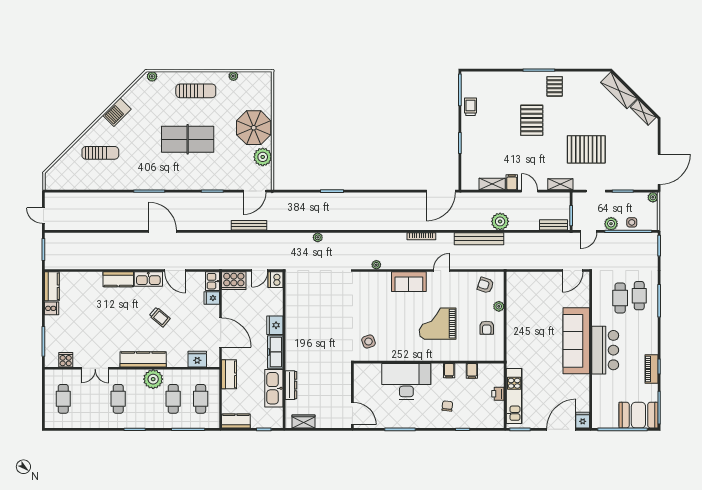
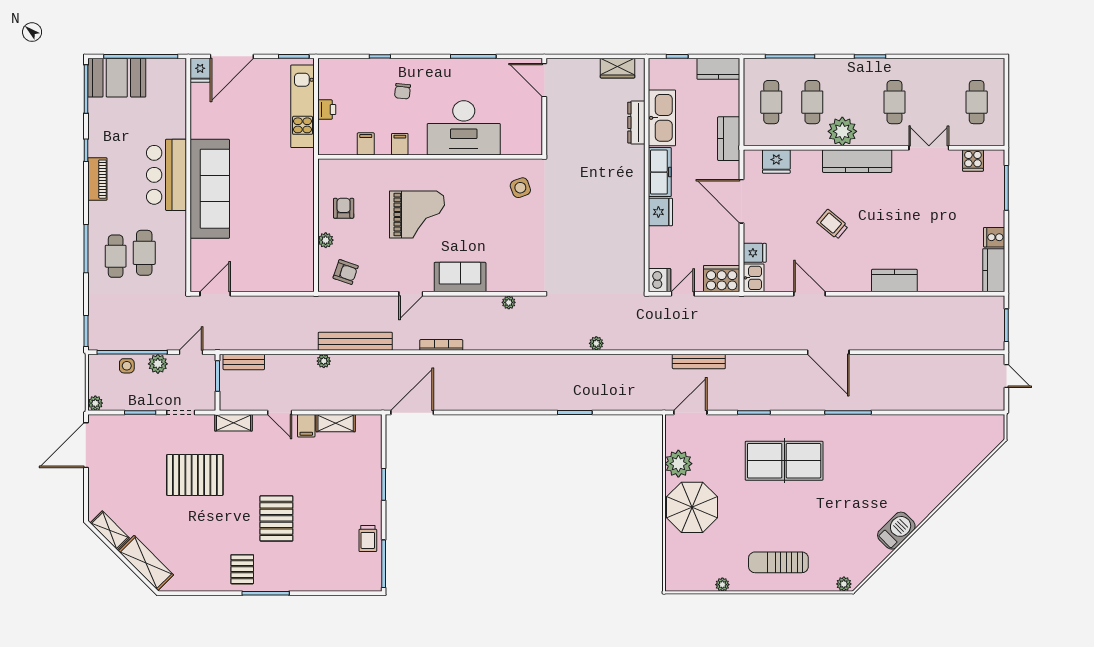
table tennis table: (188, 139) -> (784, 461), moved
sun lounger: (100, 153) -> (921, 470), removed
plant: (500, 221) -> (324, 361), width x0.53, depth x0.53
kitchen sink: (148, 279) -> (849, 281), removed
piano: (651, 369) -> (97, 179), moved

